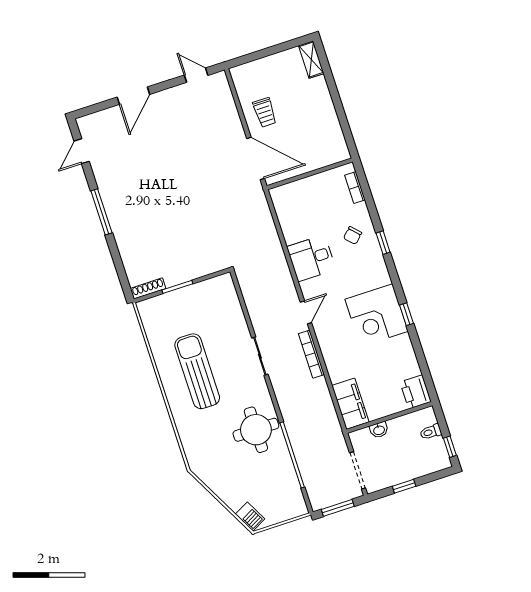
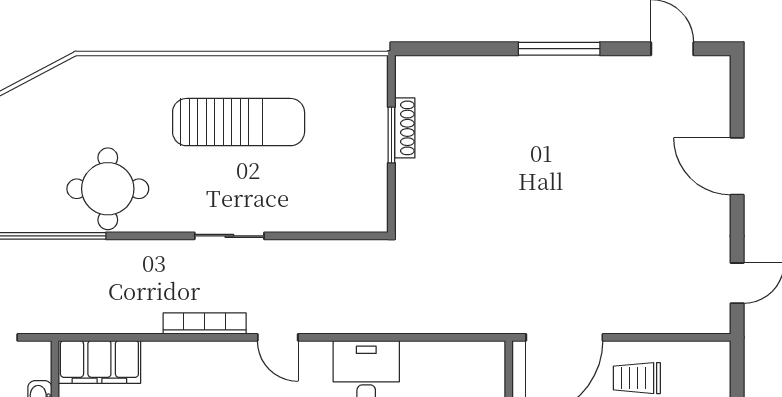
shoe rack: (148, 288) -> (405, 128), moved

